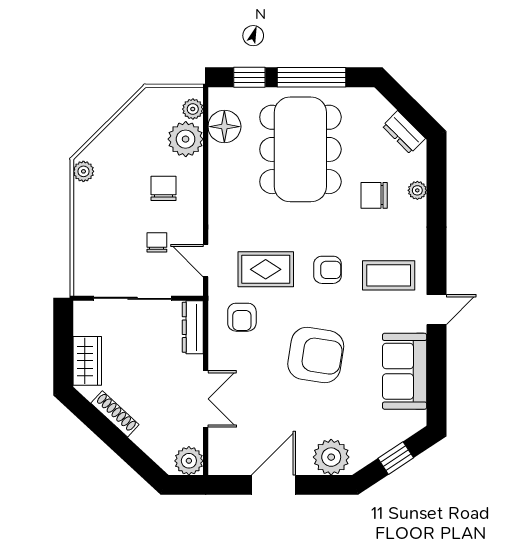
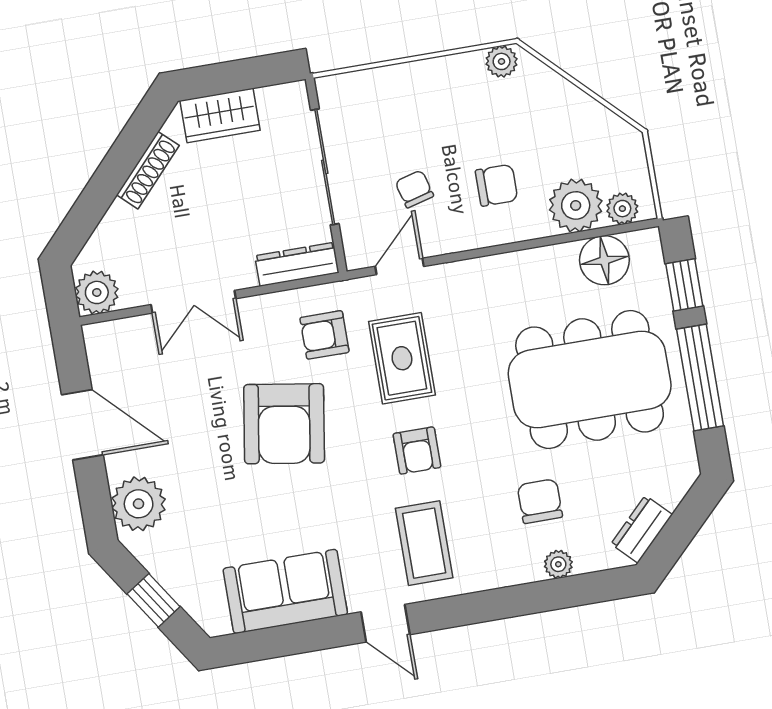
chair: (157, 242) -> (414, 189), turned -105
armchair: (316, 355) -> (284, 424), moved

